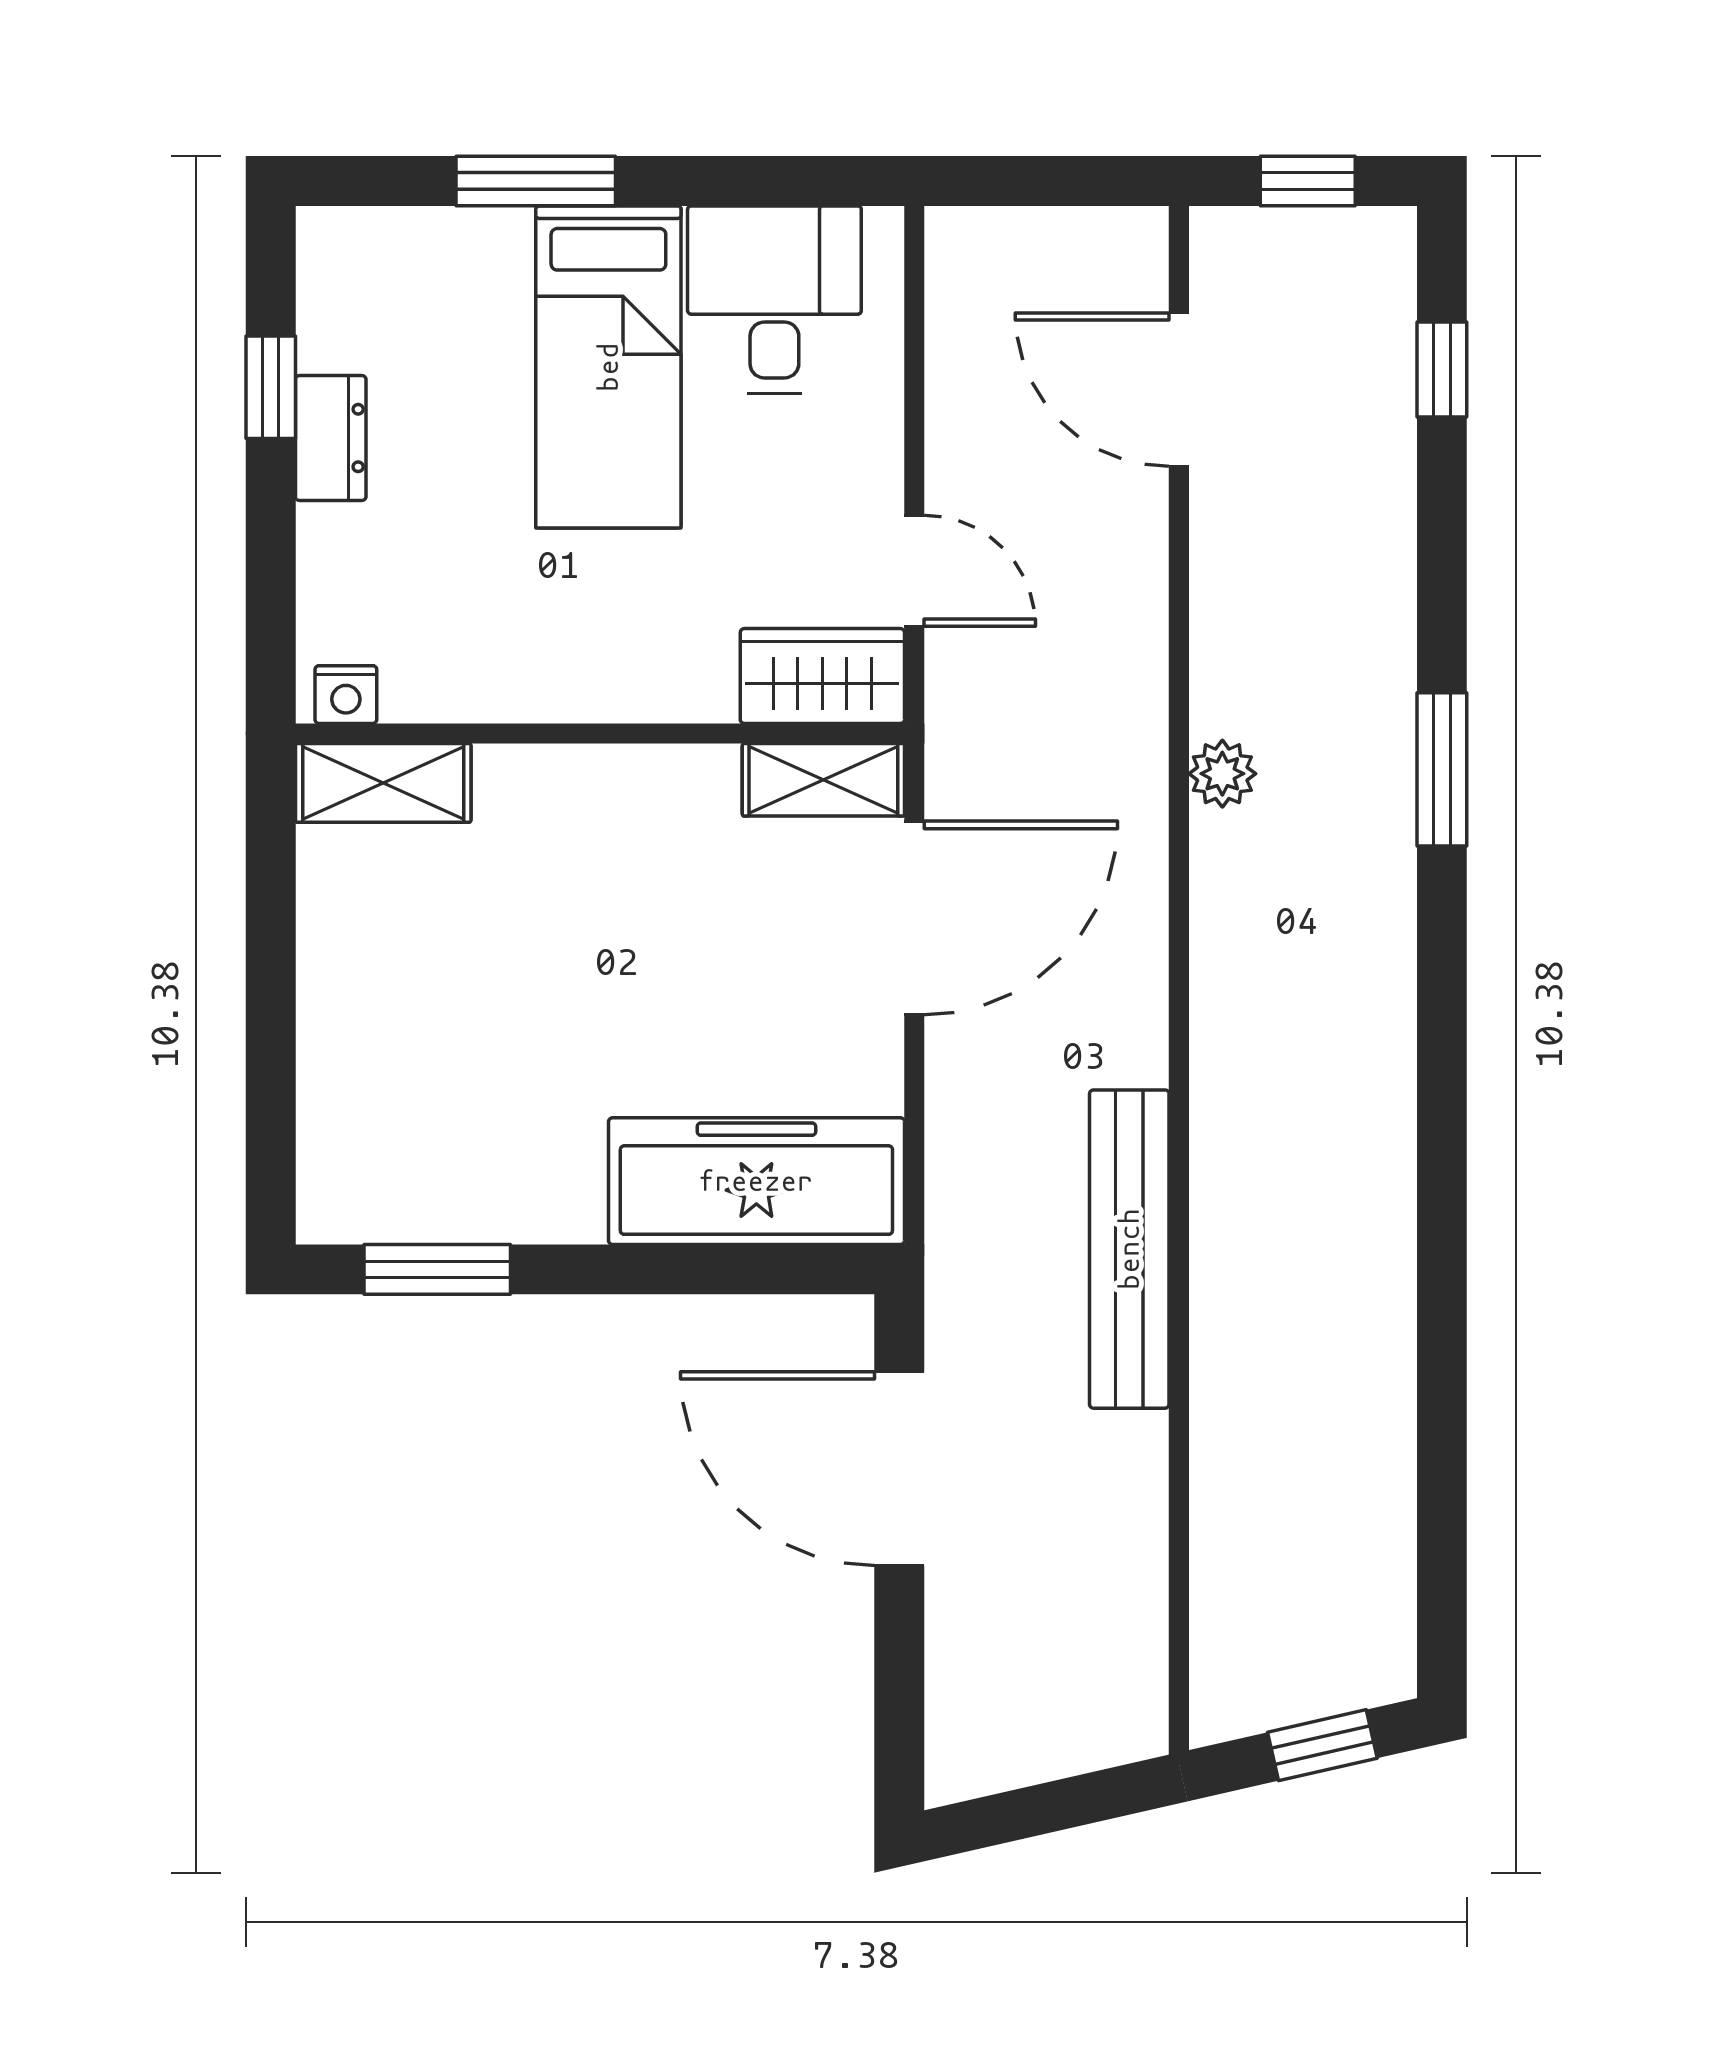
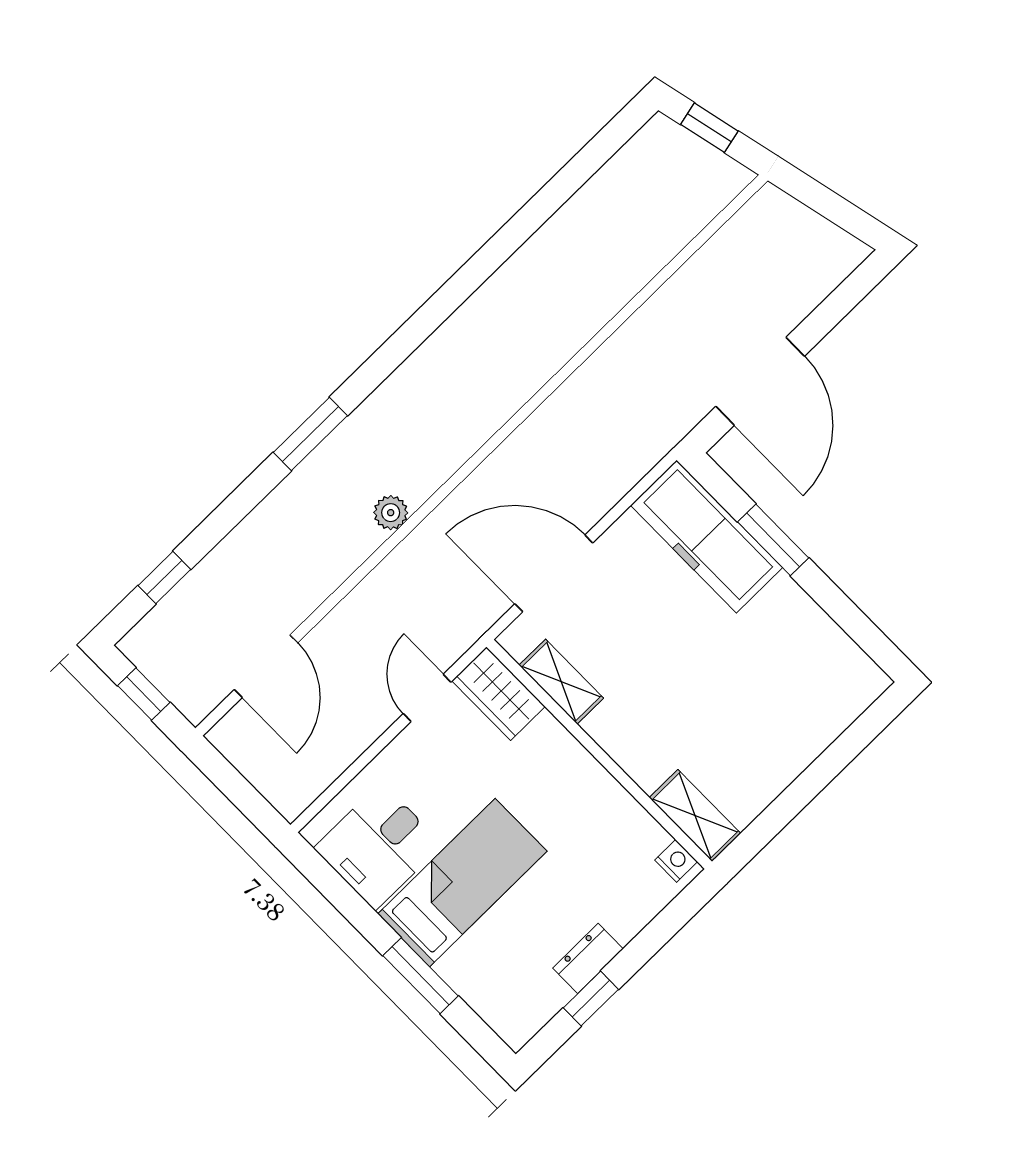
shelving: (823, 780) -> (561, 682), moved
bench: (1129, 1249) -> (598, 376), removed
window: (437, 1269) -> (773, 540), moved

